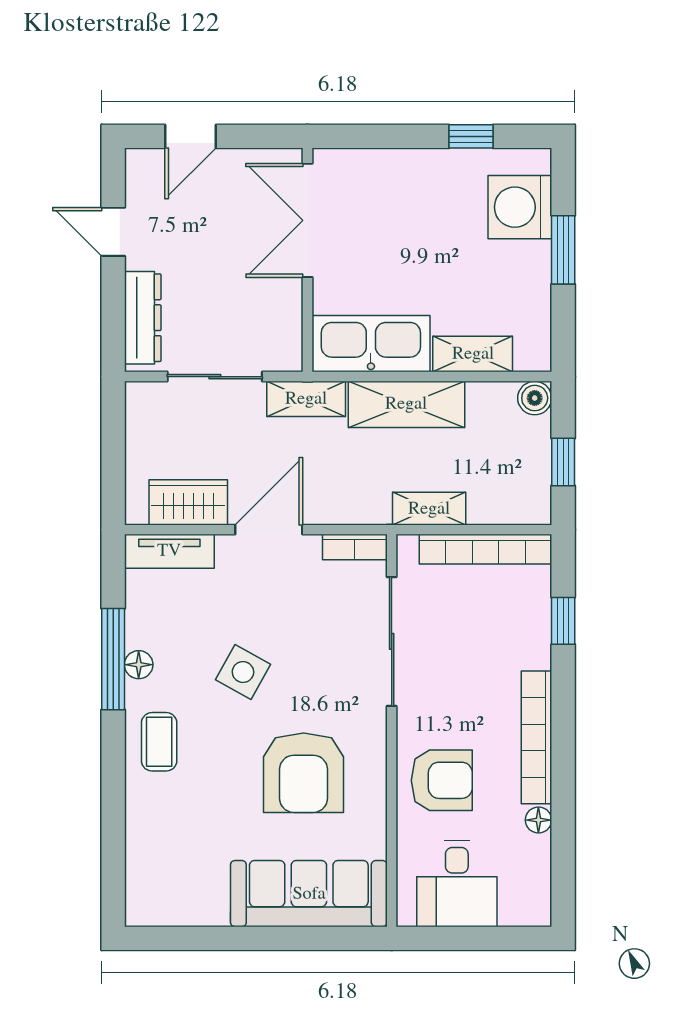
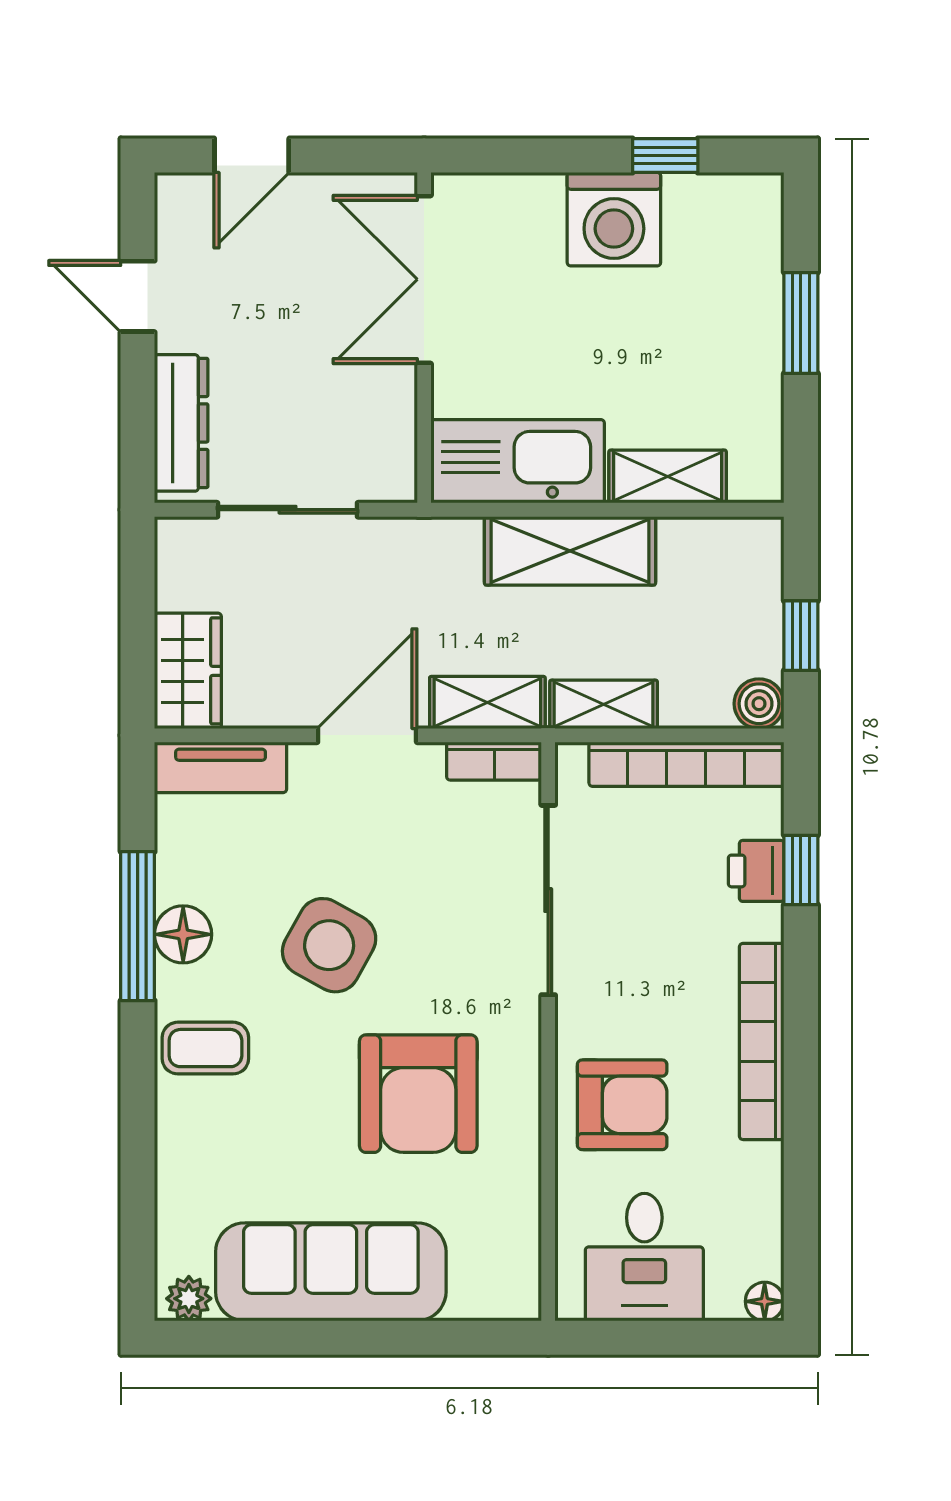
washing machine: (520, 207) -> (614, 219), moved, turned -90
boiler: (535, 398) -> (759, 704), moved
shelving: (306, 399) -> (487, 703), moved
wardrobe: (188, 502) -> (188, 671), moved, turned 90
printer: (533, 622) -> (756, 871), added
floor lamp: (139, 665) -> (183, 934), width x1.37, depth x1.37
side table: (243, 672) -> (329, 945), width x1.37, depth x1.37
coffee table: (159, 742) -> (205, 1048), turned 90
floor lamp: (538, 820) -> (765, 1301), moved
sofa: (309, 894) -> (331, 1272), moved
plant: (148, 912) -> (189, 1299), added

